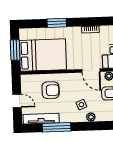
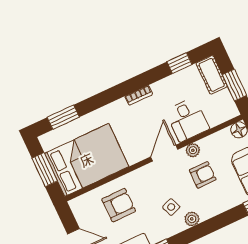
window: (57, 23) -> (63, 117), moved
door: (91, 71) -> (164, 153), swing flipped

